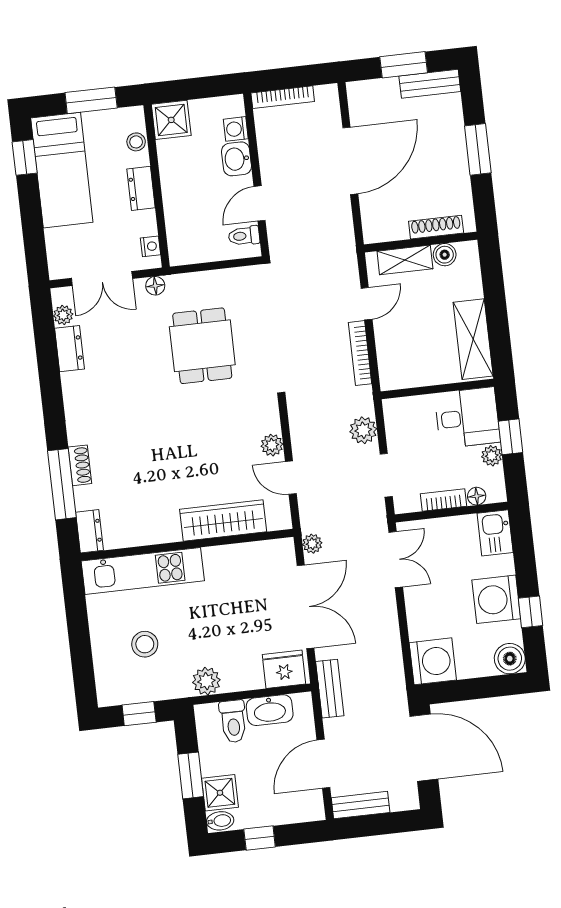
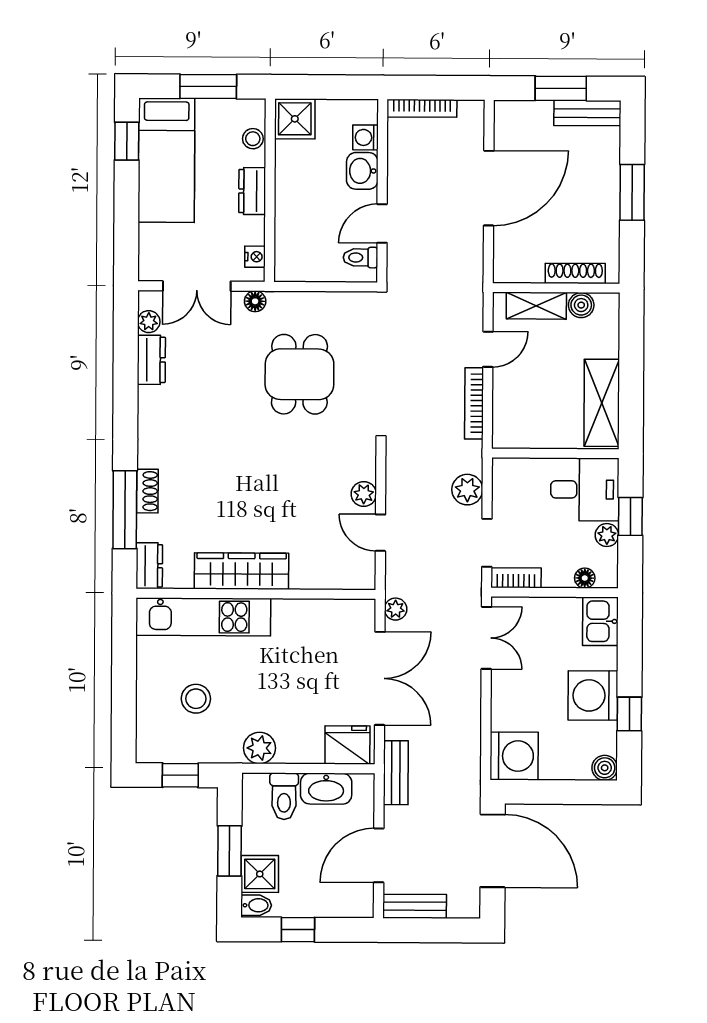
bookcase: (443, 500) -> (516, 578), moved
wardrobe: (223, 520) -> (242, 571), moved
boiler: (510, 659) -> (605, 768), width x0.73, depth x0.73

